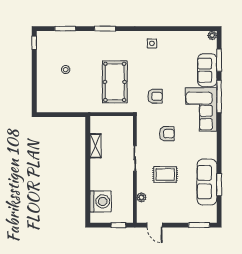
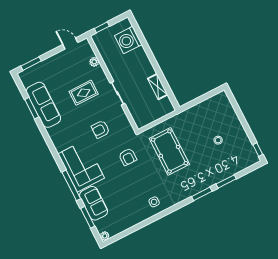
window: (65, 29) -> (226, 181), moved
armchair: (155, 96) -> (128, 157), turned -90

